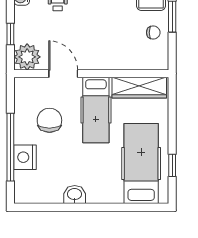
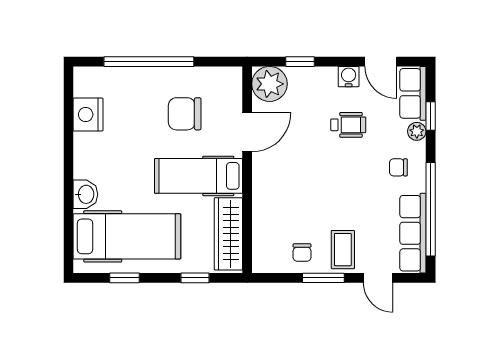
window: (172, 113) -> (195, 278), added
chair: (49, 120) -> (185, 114), turned 180
nightstand: (25, 157) -> (88, 115), moved, turned -90
washbasin: (75, 195) -> (85, 194), moved

